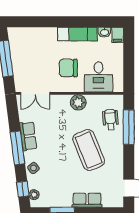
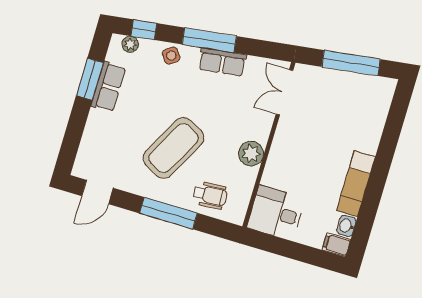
chair: (68, 68) -> (308, 154), removed
desk: (99, 77) -> (276, 213), moved
window: (129, 127) -> (168, 213), moved
coffee table: (89, 150) -> (174, 148), turned -40
row of seats: (87, 200) -> (108, 87), moved

